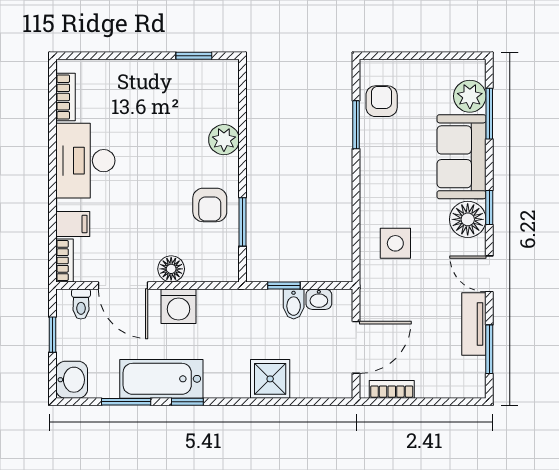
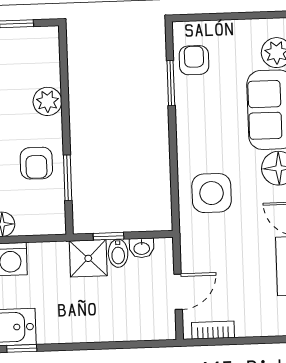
side table: (395, 243) -> (212, 193), width x1.37, depth x1.37
door: (356, 347) -> (178, 292), width x0.73
shower: (270, 379) -> (88, 258), moved

